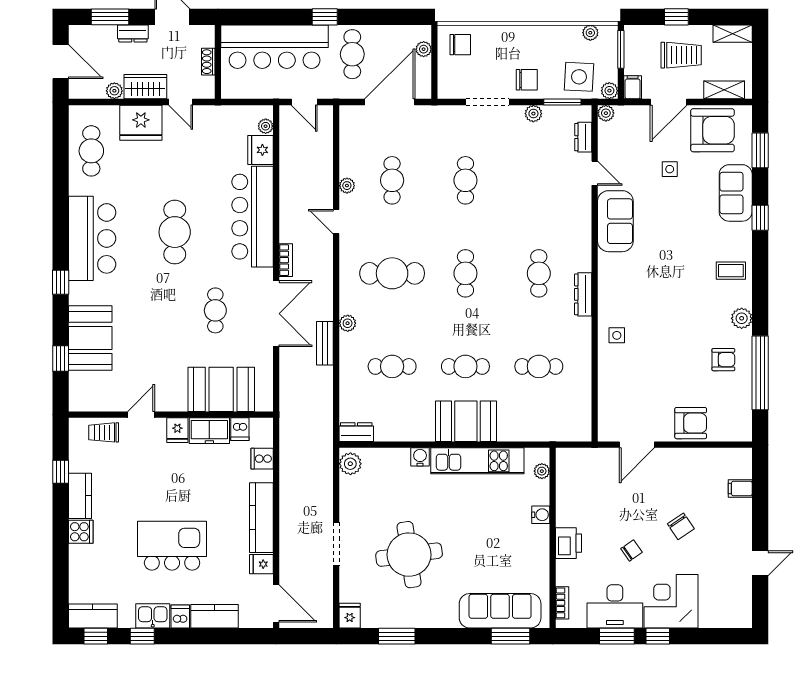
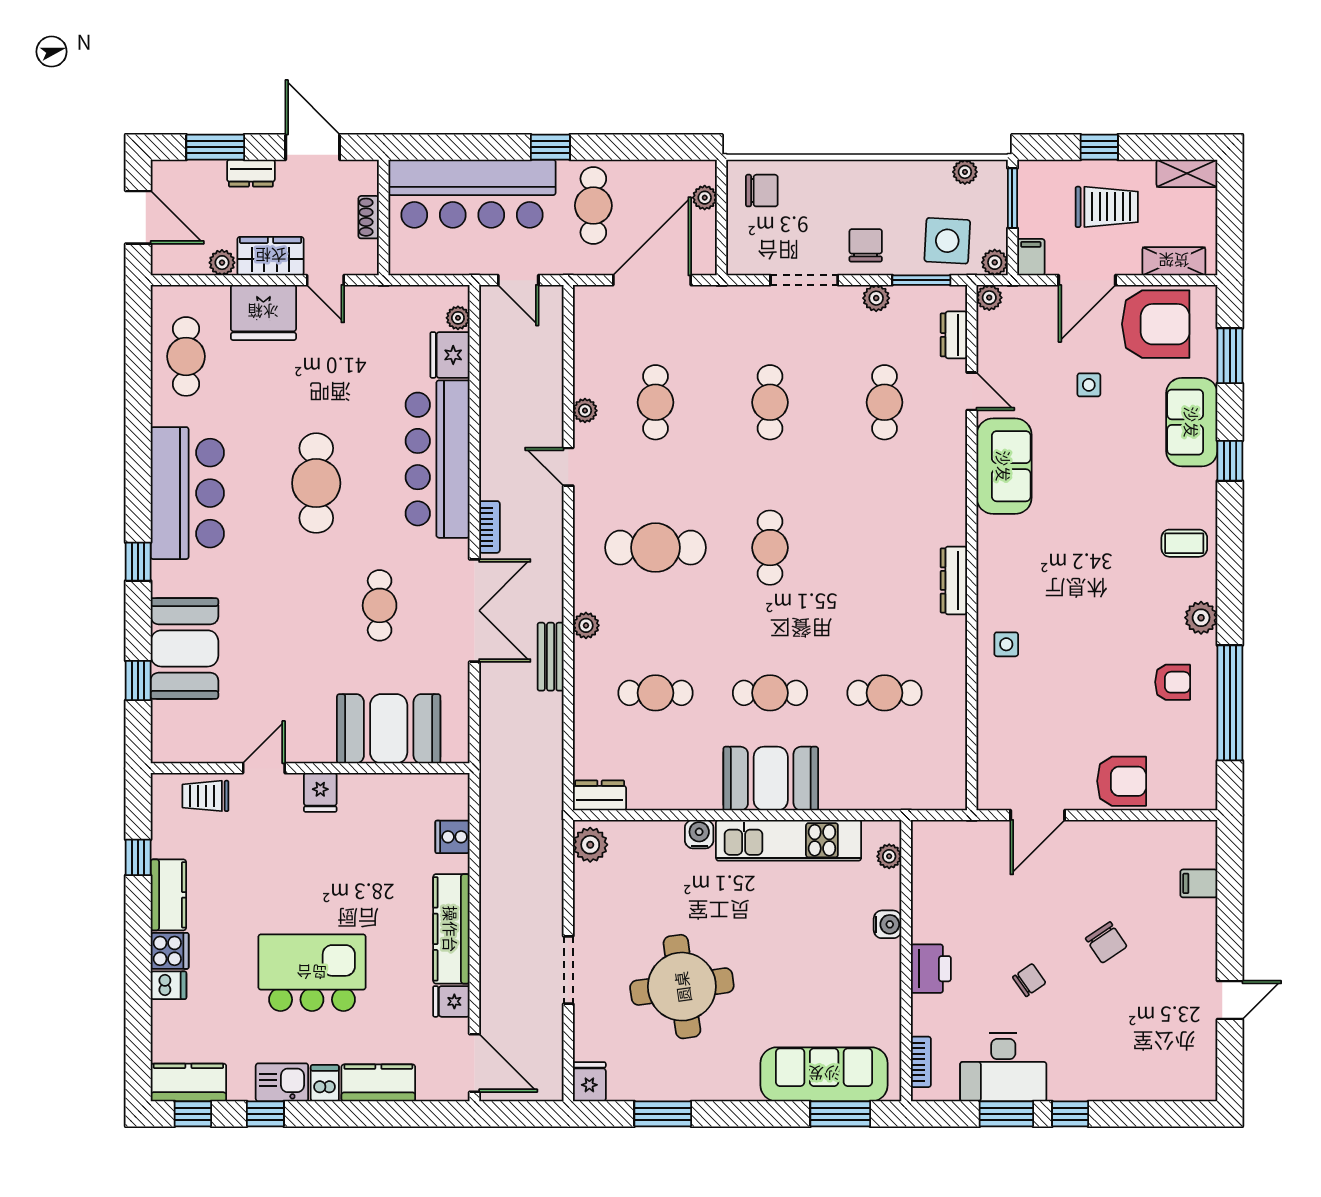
chair: (527, 80) -> (866, 245), turned -90
cafe table: (539, 273) -> (885, 402), moved
dishwasher: (240, 429) -> (168, 985), moved, turned -90
freezer: (209, 431) -> (370, 793), removed
corner desk: (671, 601) -> (1091, 1059), removed

